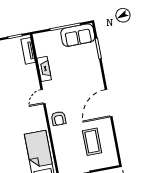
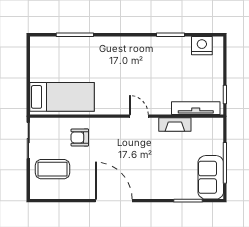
tv unit: (28, 51) -> (196, 108), width x1.41
armchair: (59, 118) -> (80, 137), moved
coffee table: (92, 142) -> (52, 169), moved

